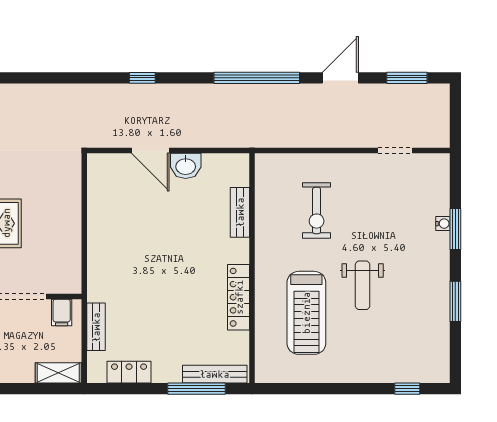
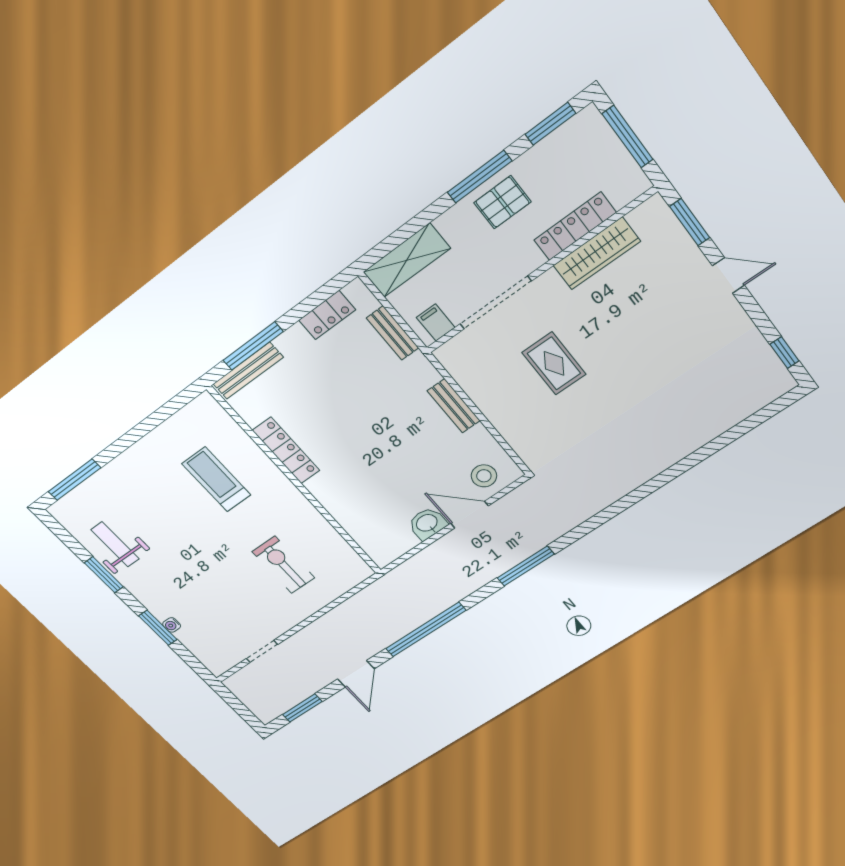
window: (142, 78) -> (526, 566), width x2.17
stool: (117, 174) -> (484, 476), added
bench: (240, 212) -> (454, 406), moved
weight bench: (363, 285) -> (115, 544), moved
treadmill: (306, 313) -> (216, 479), width x0.73, depth x0.73
shelving: (58, 373) -> (407, 260), width x1.50, depth x1.33
window: (407, 389) -> (74, 480), width x2.17

